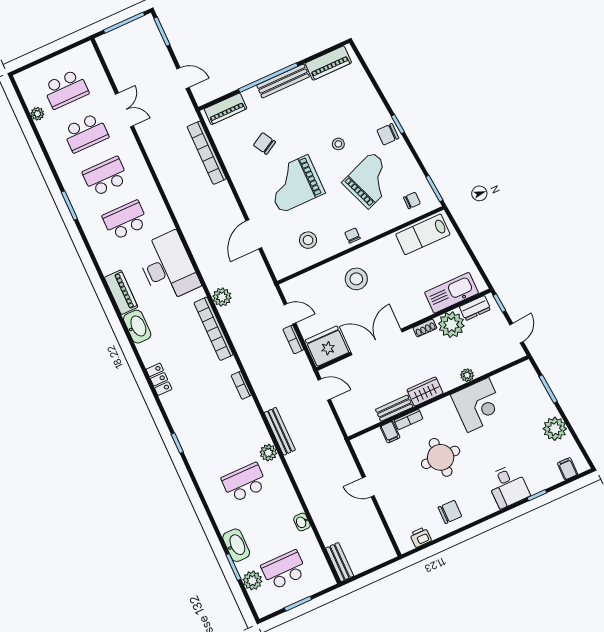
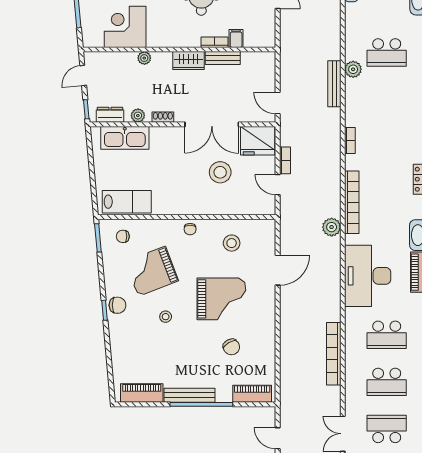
bookcase: (207, 153) -> (334, 354), moved, turned 180
stool: (356, 279) -> (220, 172), moved
plant: (451, 325) -> (138, 116), width x0.53, depth x0.53
corner desk: (478, 405) -> (125, 27), moved

